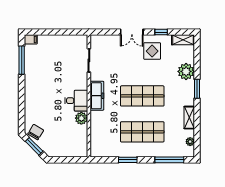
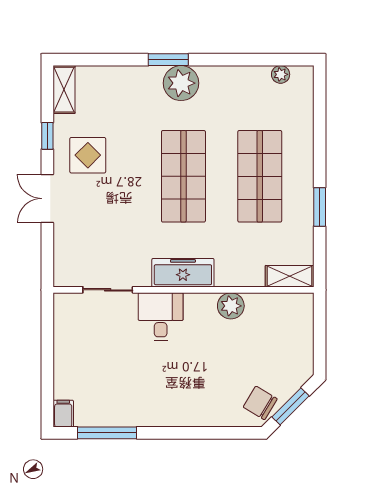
double door: (132, 32) -> (47, 199), swing flipped
plant: (186, 71) -> (181, 83), moved
desk: (76, 101) -> (161, 317), moved
shelving: (189, 118) -> (290, 276), moved
window: (169, 160) -> (320, 118), removed

